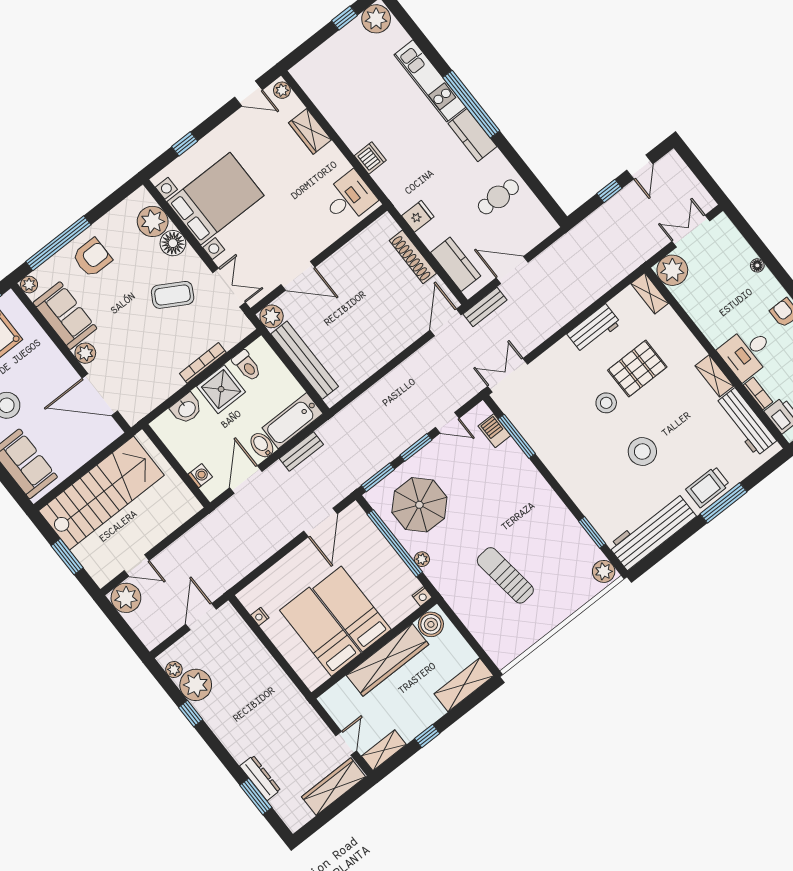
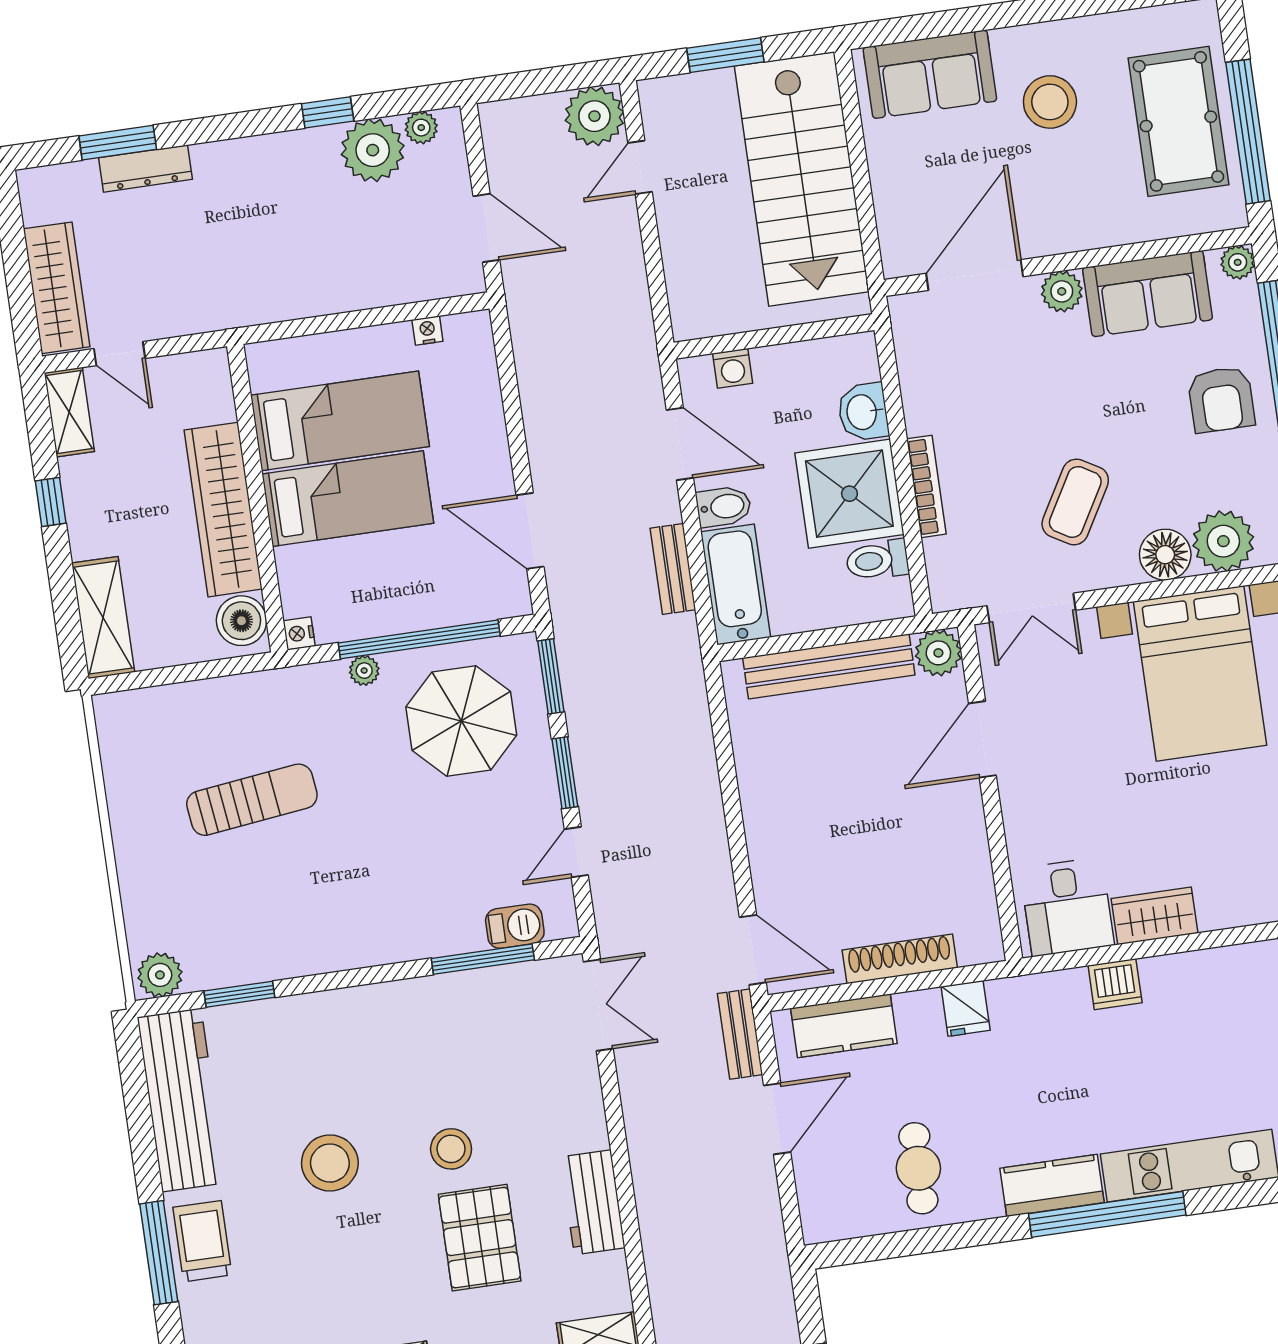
wardrobe: (310, 131) -> (1154, 916), moved
shower: (221, 389) -> (849, 494), width x1.37, depth x1.37

